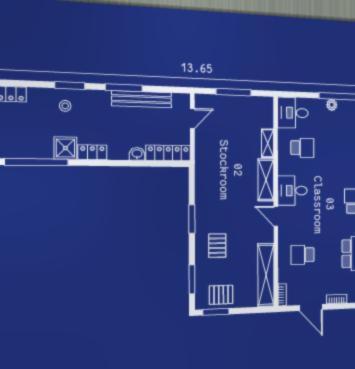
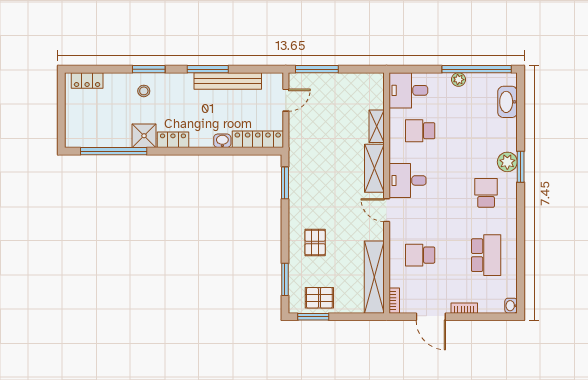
window: (234, 92) -> (317, 69), moved
school desk: (302, 148) -> (420, 131), turned 180
window: (192, 219) -> (285, 183), moved

